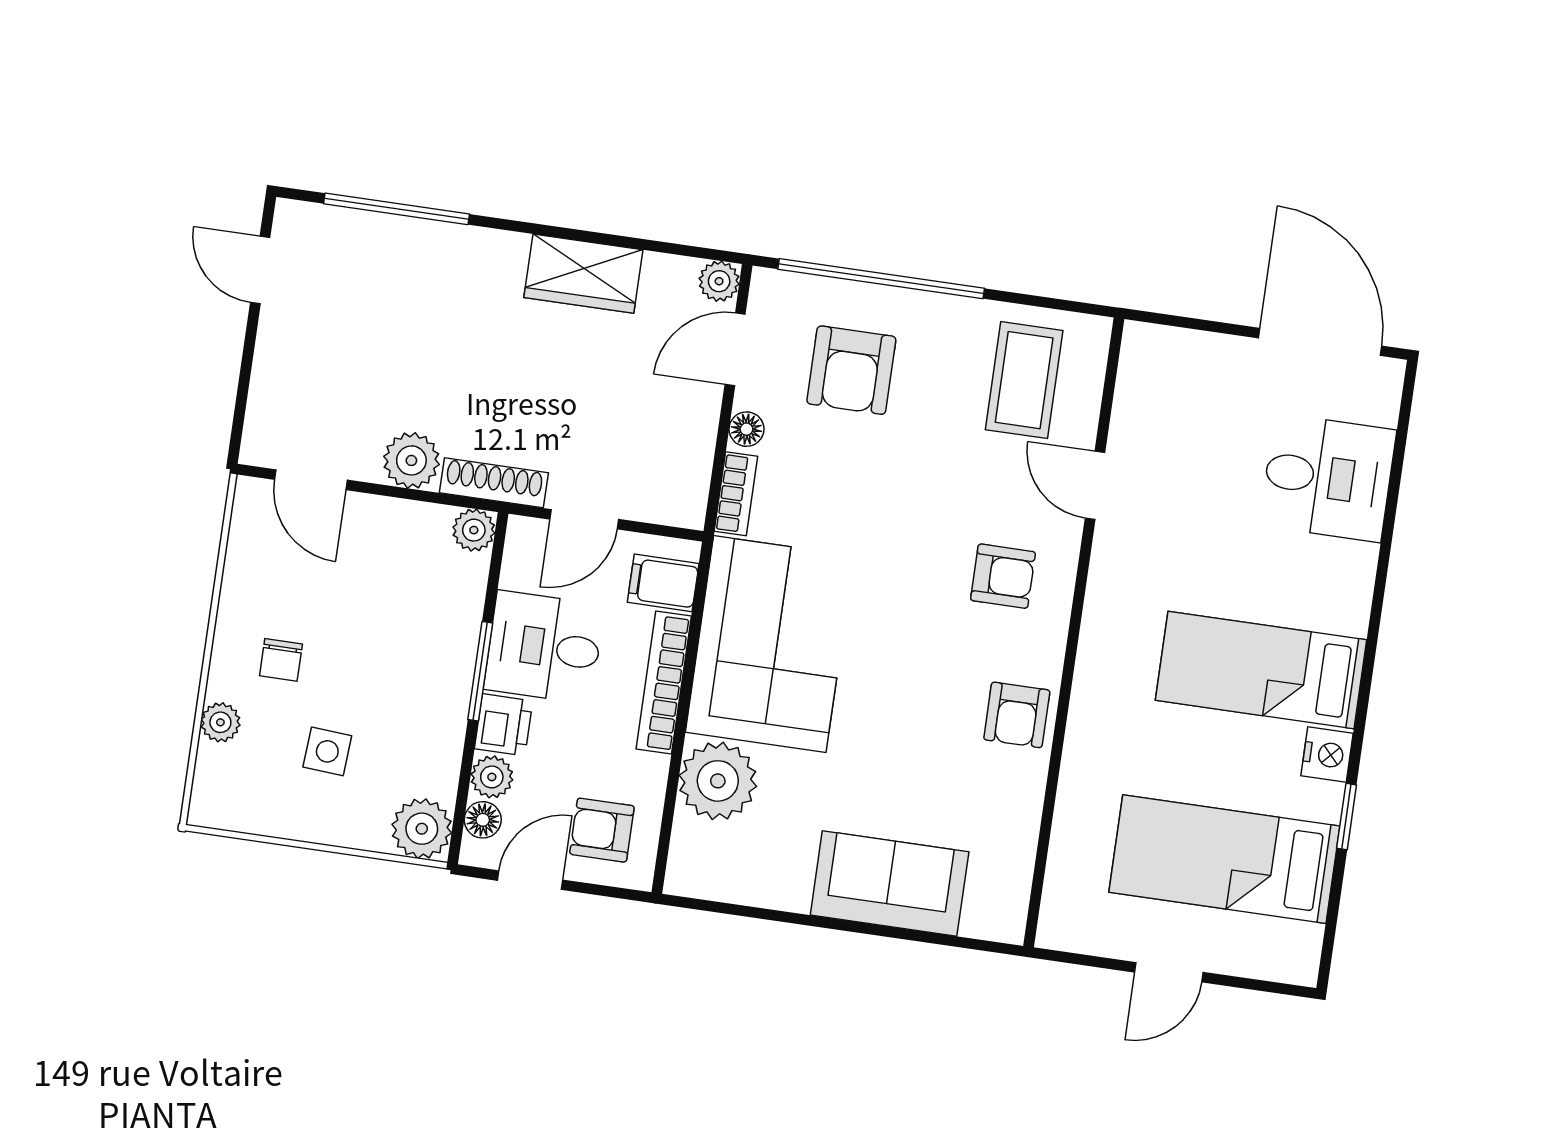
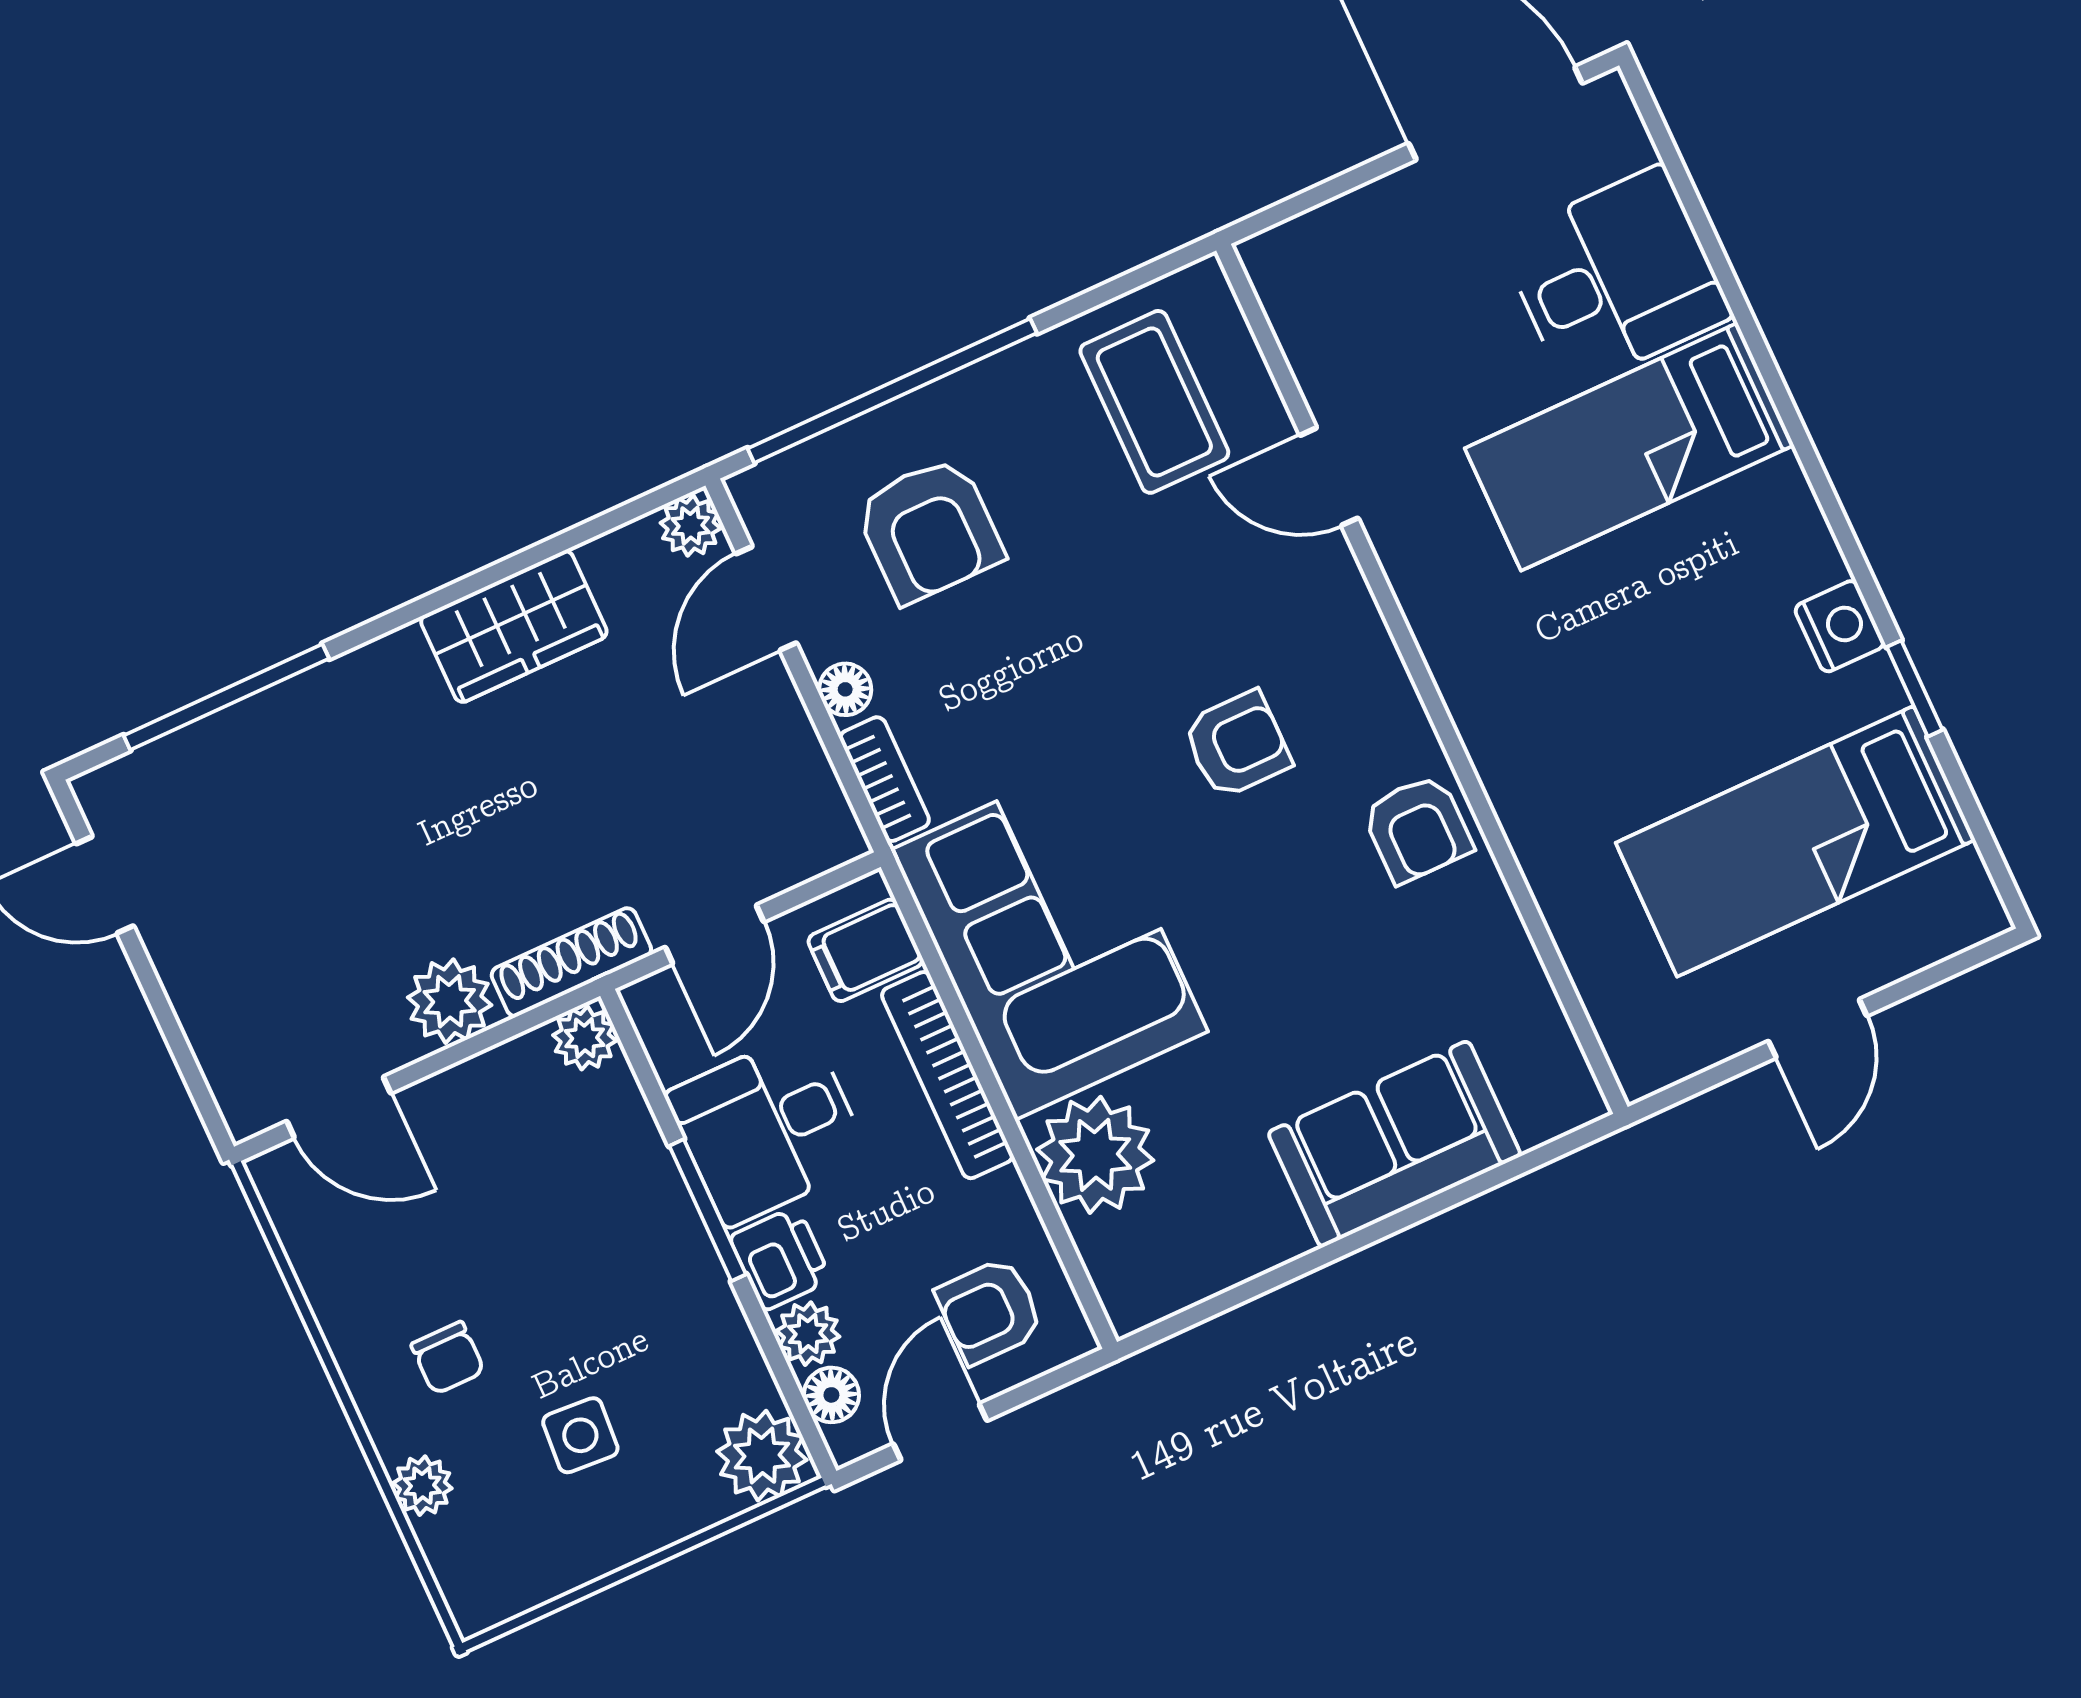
armchair: (1003, 576) -> (1237, 745), moved
bed: (1261, 670) -> (1629, 447), moved

